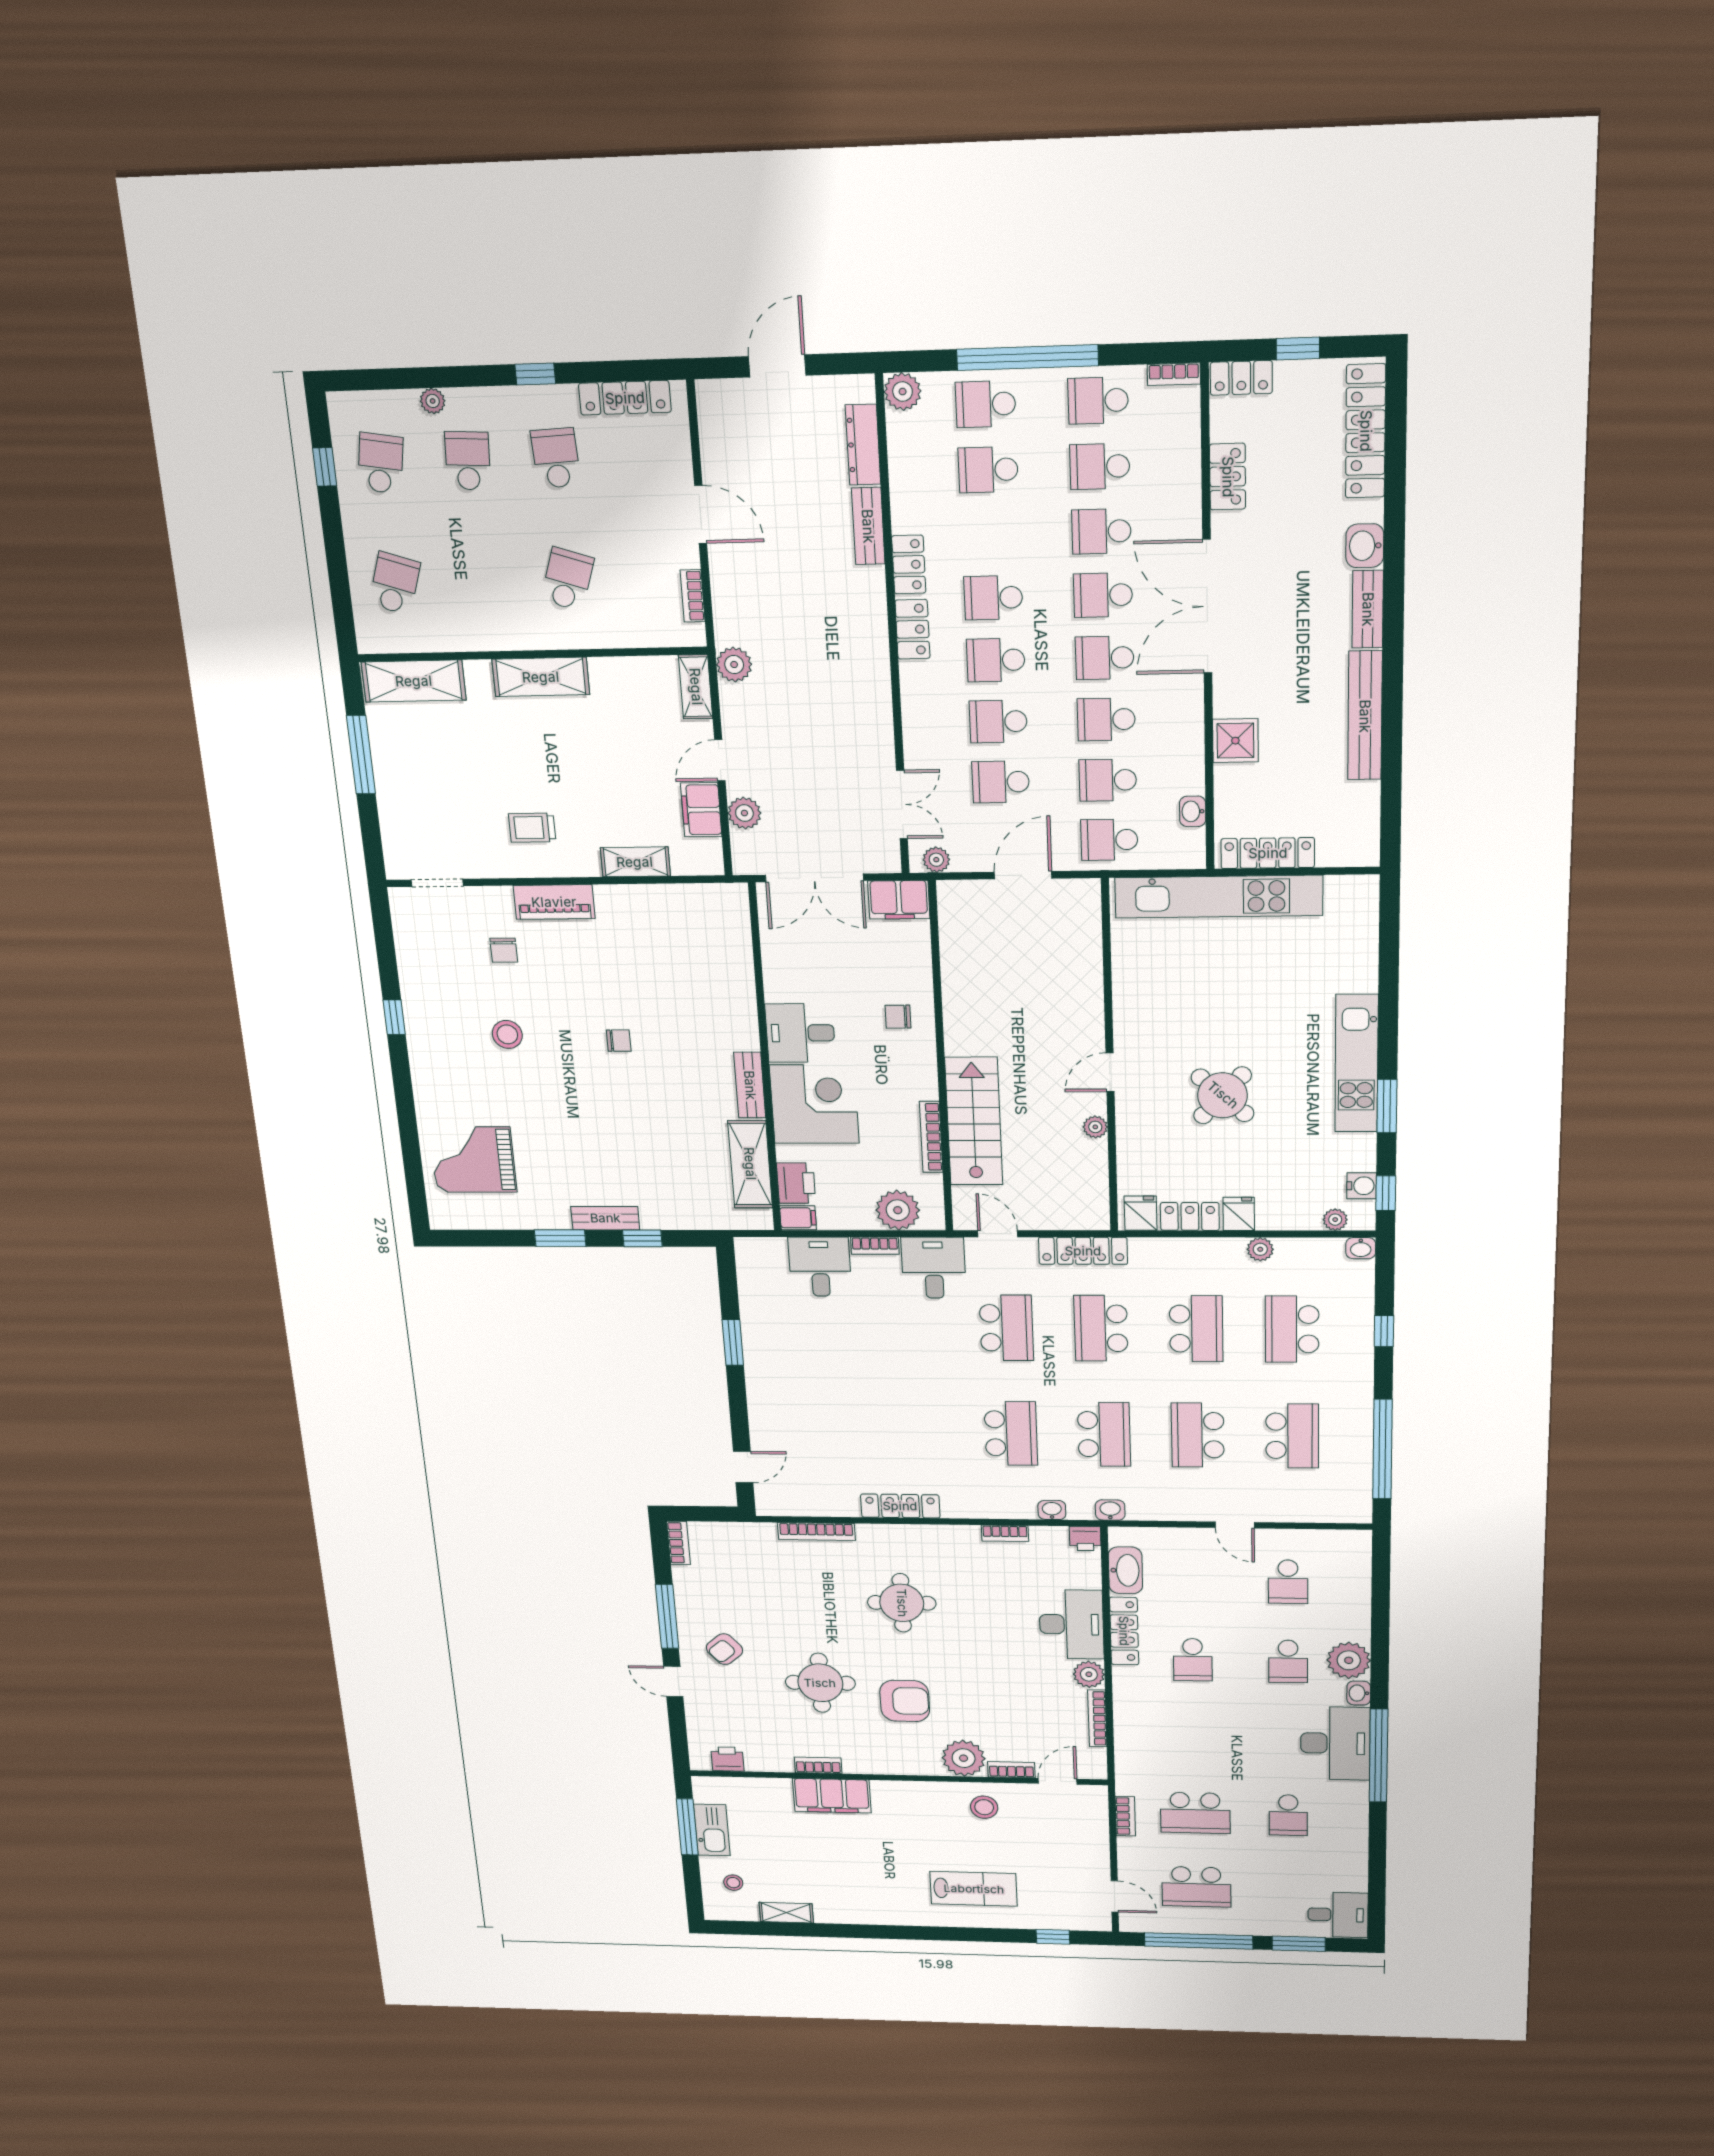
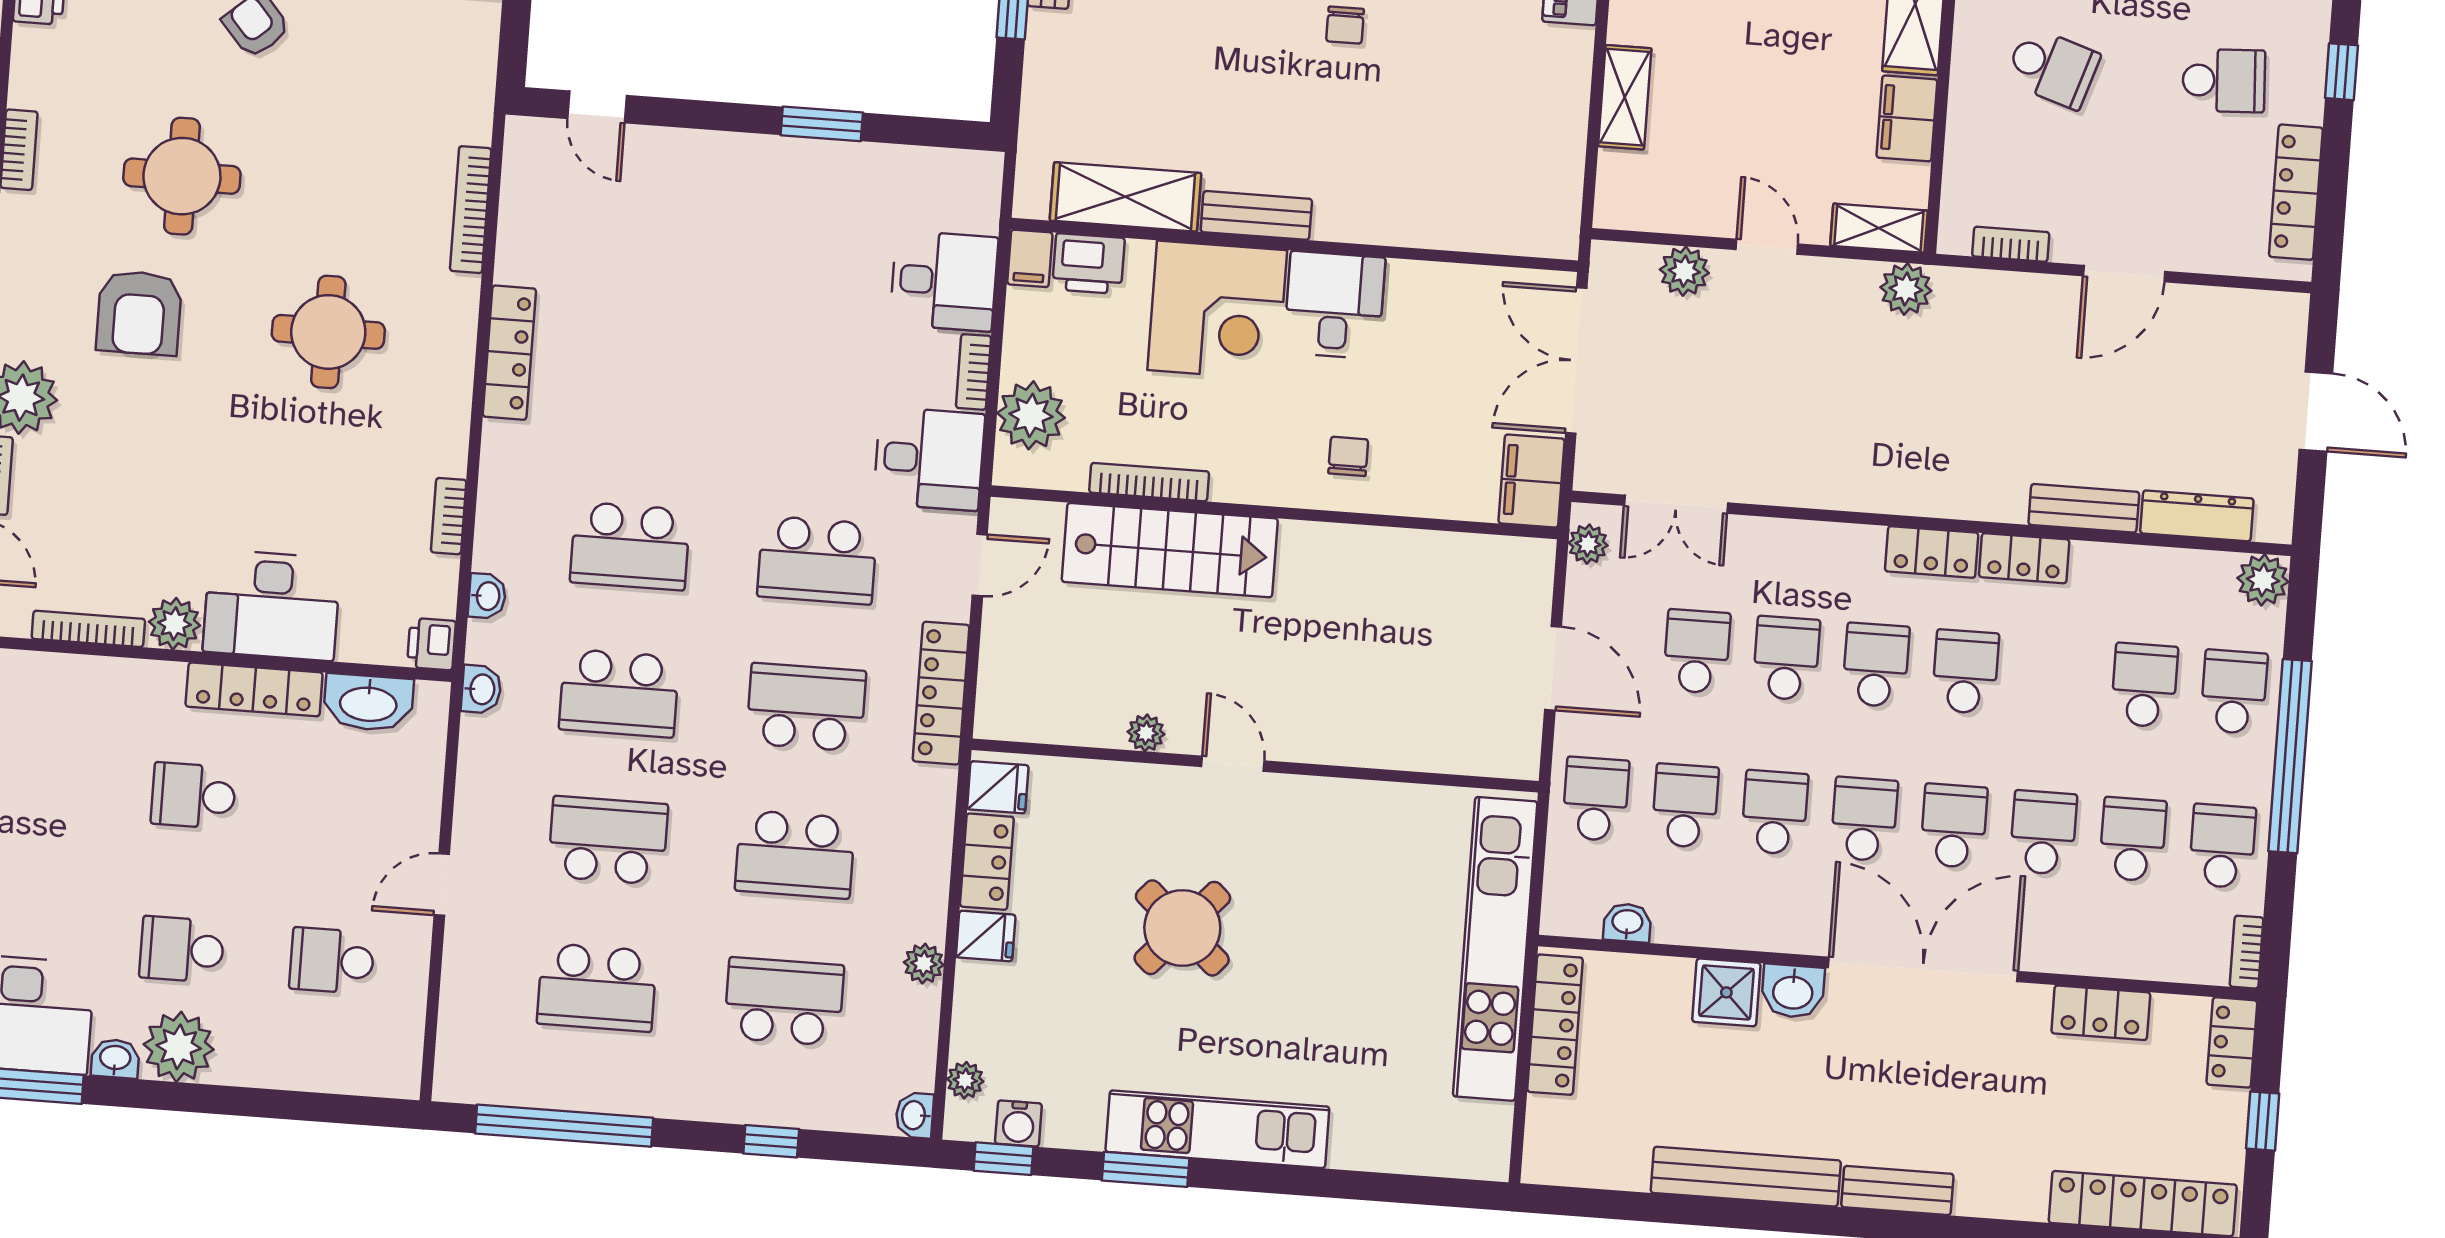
washbasin: (1365, 546) -> (1793, 991), moved, turned 180
filing cabinet: (701, 810) -> (1907, 118), moved, turned -90

